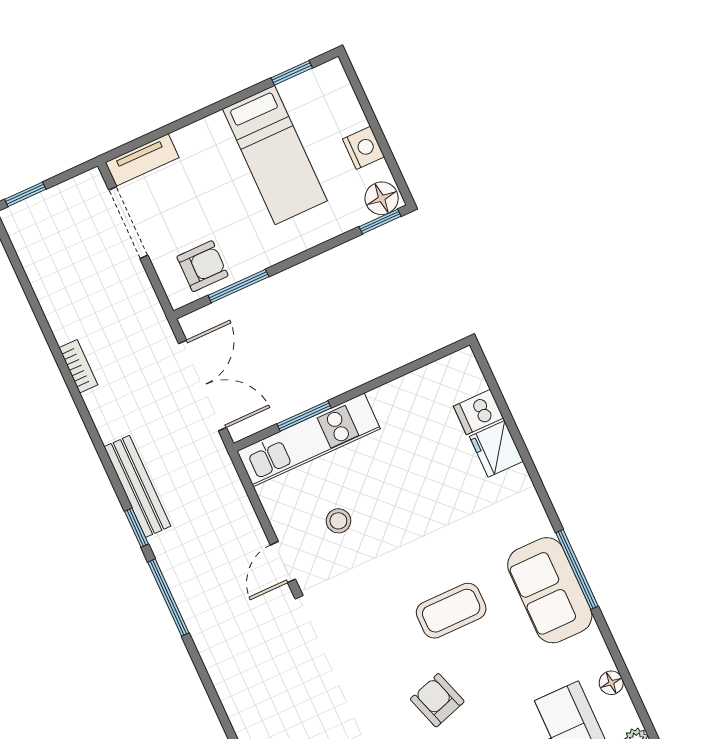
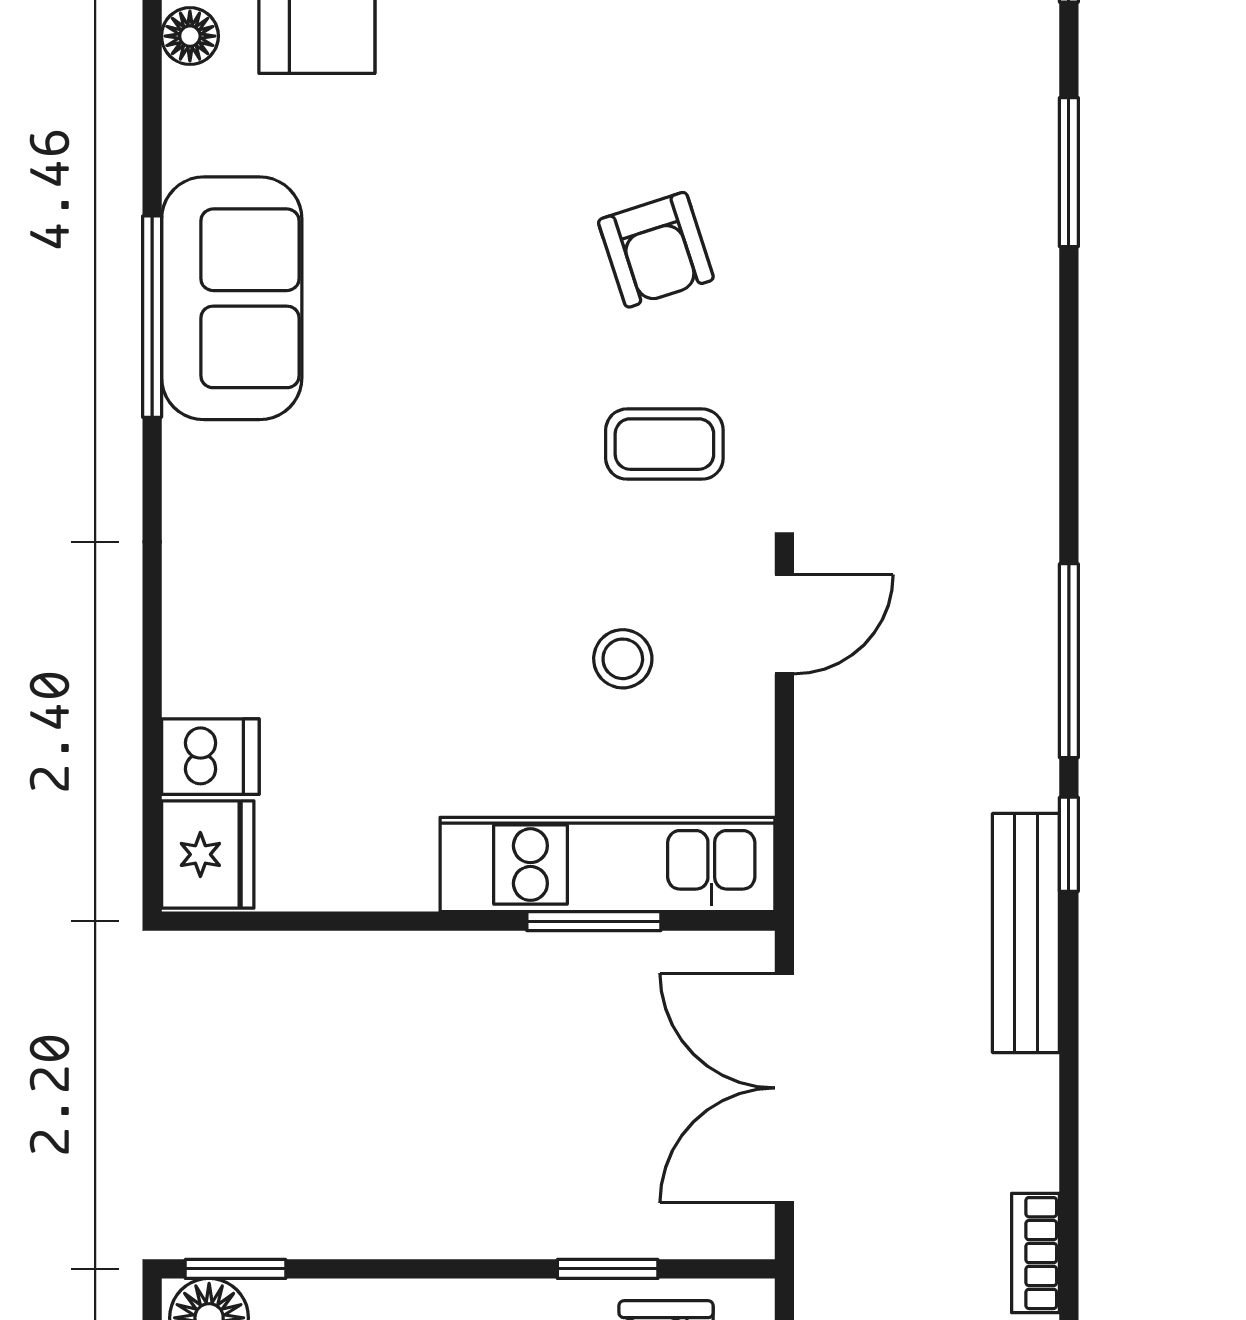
window: (238, 286) -> (608, 1269), width x0.67
fridge: (496, 449) -> (208, 854), moved
coffee table: (451, 611) -> (664, 444), moved, width x0.73, depth x0.77
armchair: (437, 700) -> (656, 250), moved

